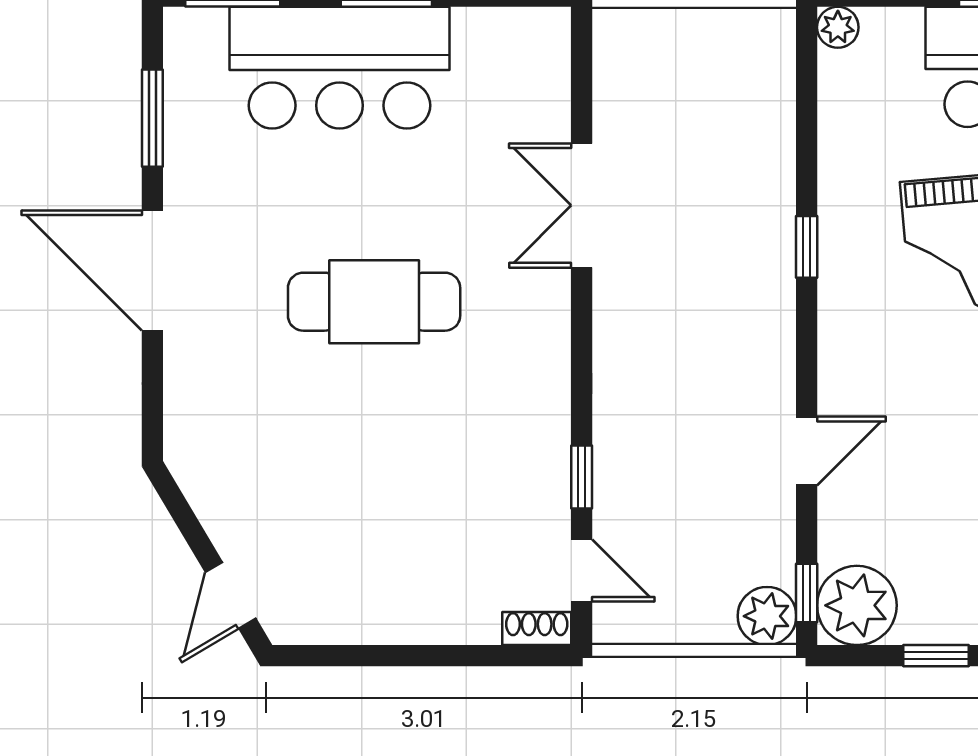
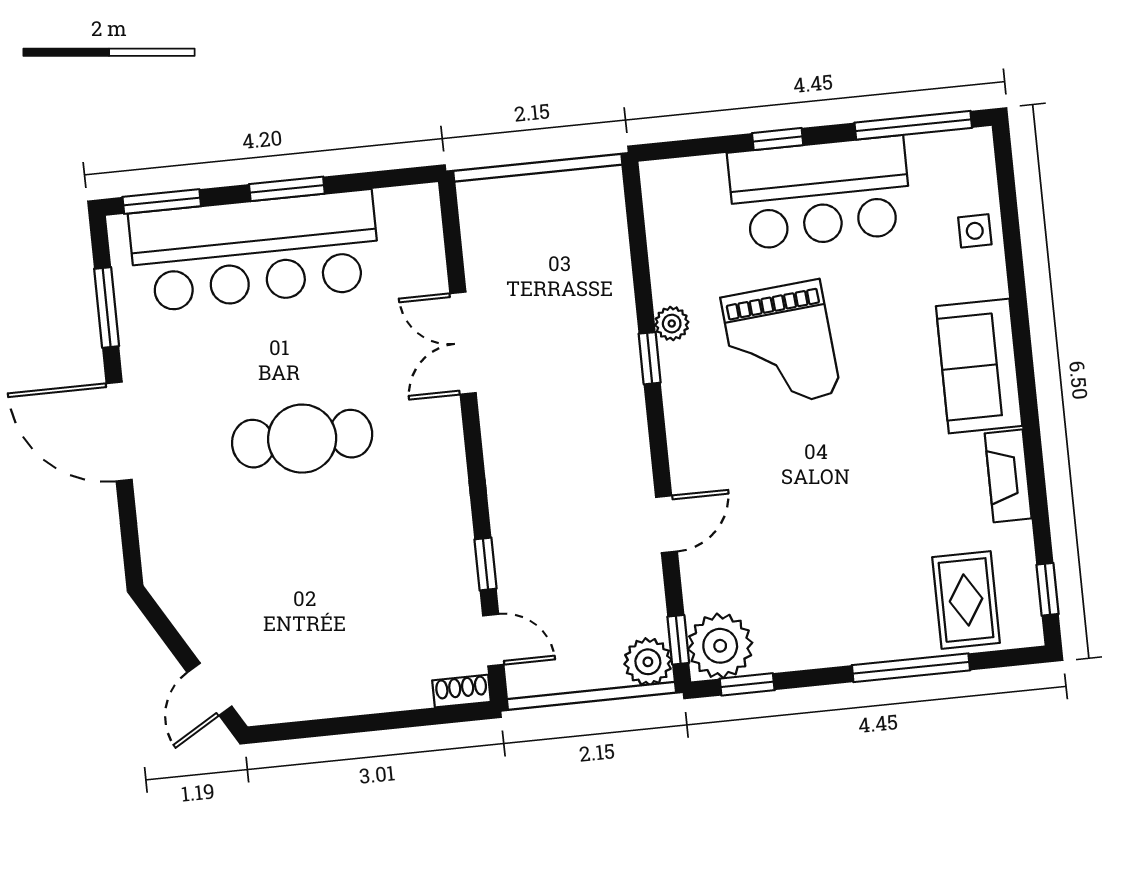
plant: (838, 27) -> (672, 324), moved
bar counter: (340, 68) -> (255, 251), width x1.36
window: (936, 656) -> (747, 684), moved

